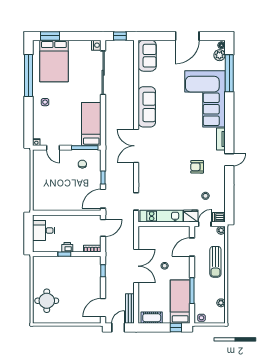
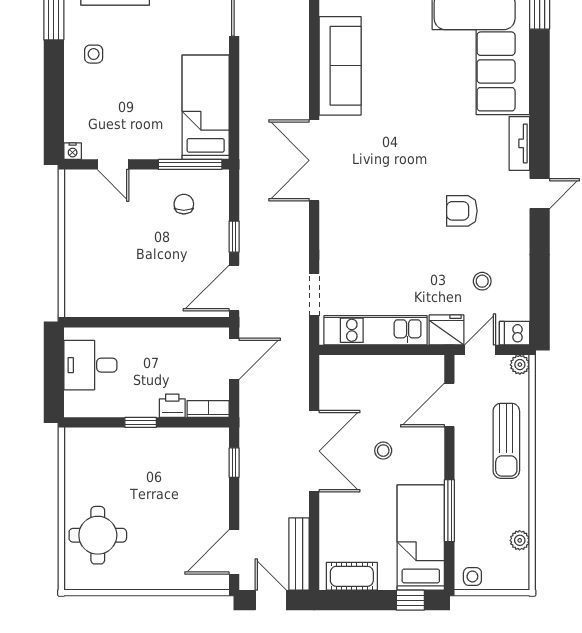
printer: (67, 247) -> (172, 406), moved
door: (118, 328) -> (271, 600), hinge flipped

